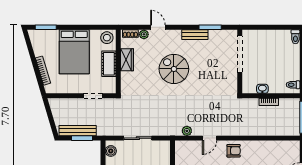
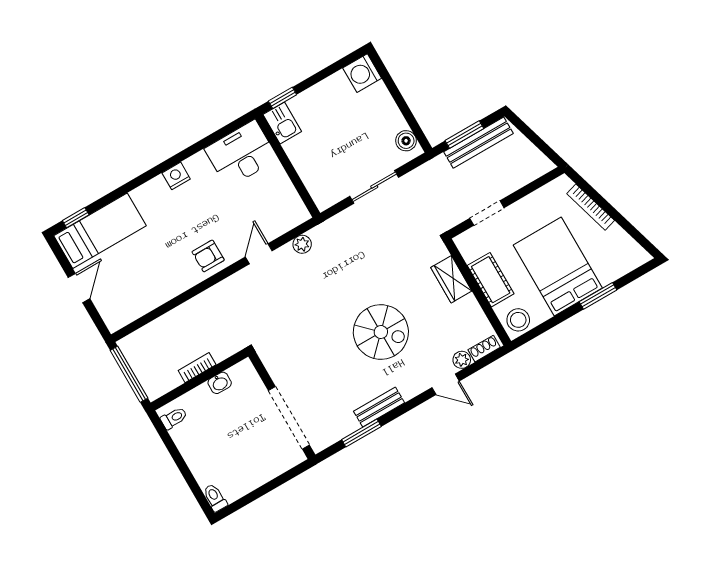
window: (46, 27) -> (598, 296), moved
wardrobe: (127, 60) -> (451, 279), moved

